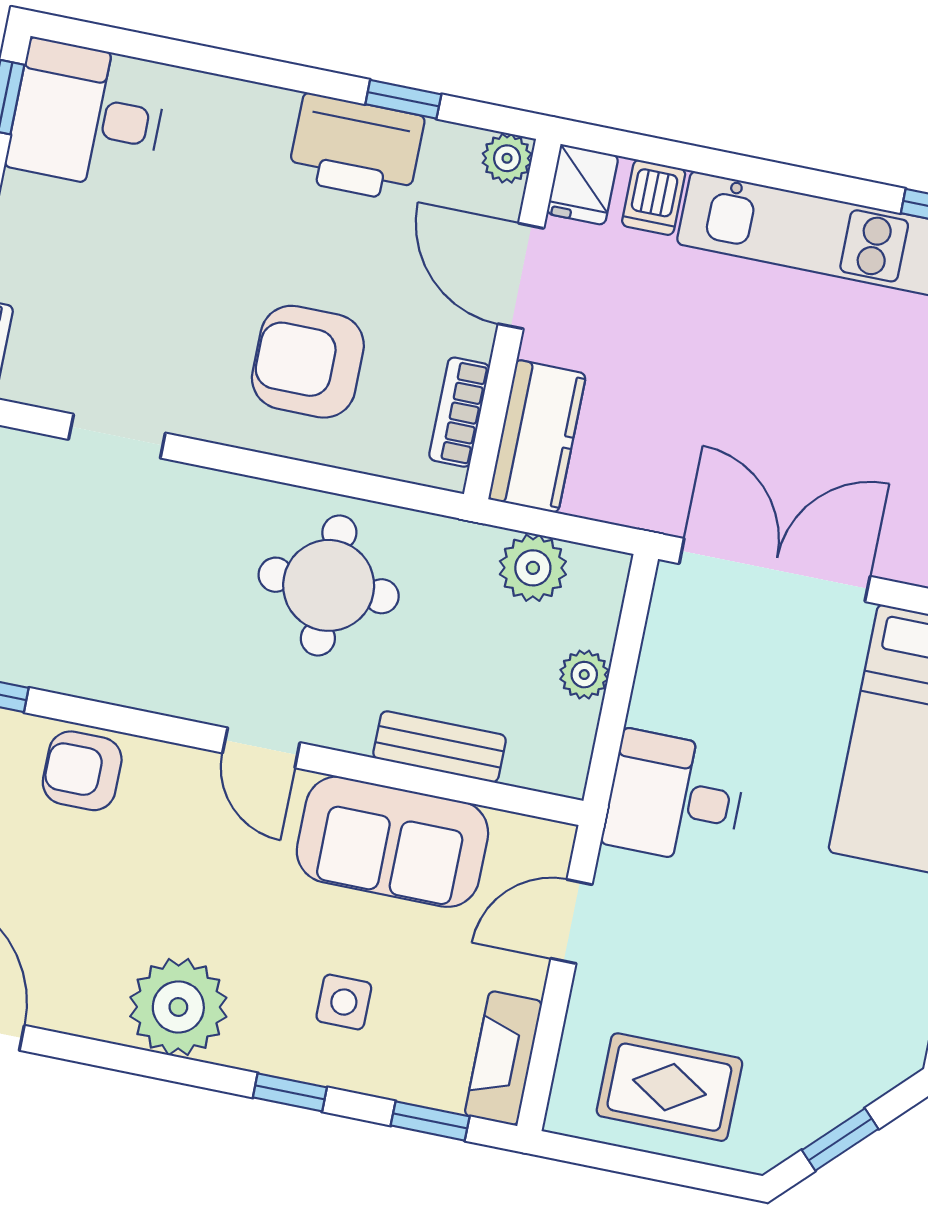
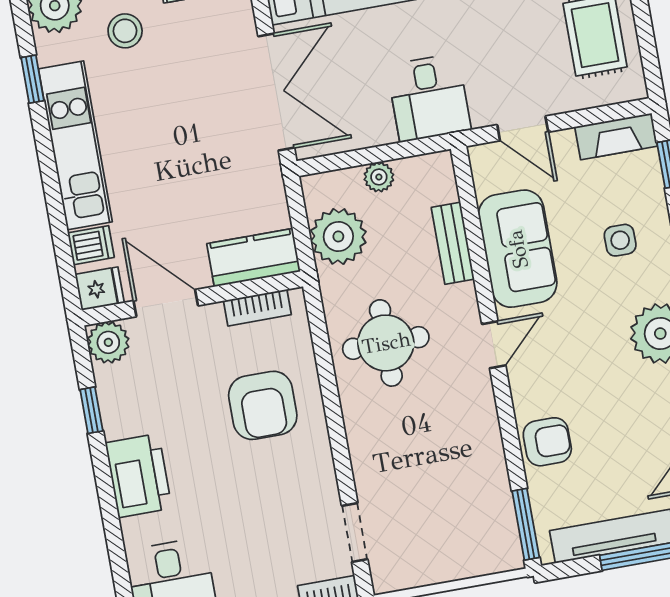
printer: (356, 148) -> (139, 476), moved
plant: (507, 158) -> (108, 342), width x1.38, depth x1.38
door: (521, 276) -> (166, 303), swing flipped
doorway: (117, 436) -> (355, 532), moved
plant: (533, 568) -> (338, 236), width x1.36, depth x1.36
double door: (775, 570) -> (276, 92), swing flipped
armchair: (82, 771) -> (547, 442), turned -90

